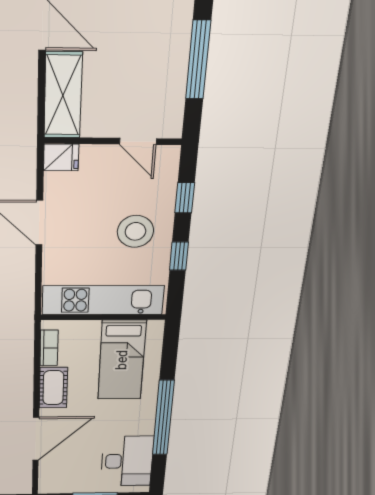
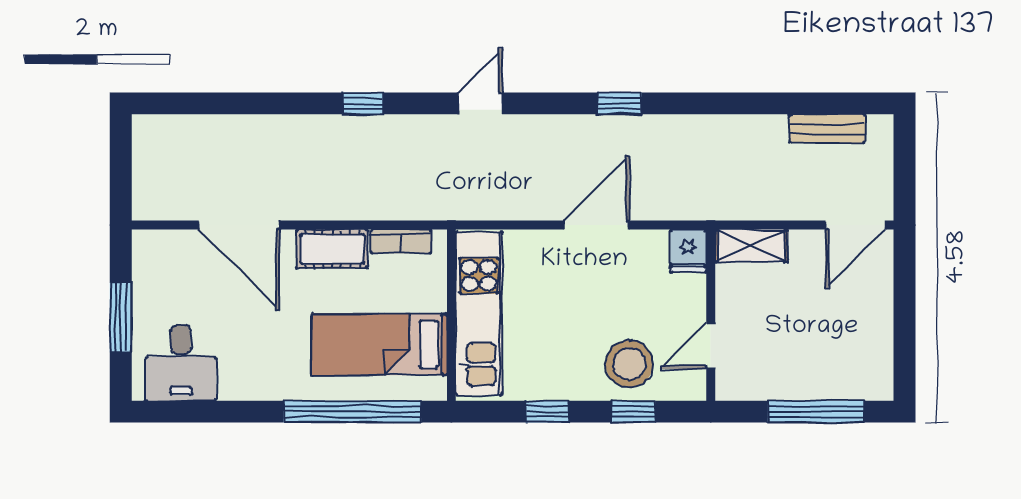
shelving: (63, 95) -> (751, 246), width x0.67, depth x0.75
stool: (135, 231) -> (629, 364), moved
window: (163, 418) -> (352, 412), moved
desk: (127, 461) -> (181, 363), width x0.73

